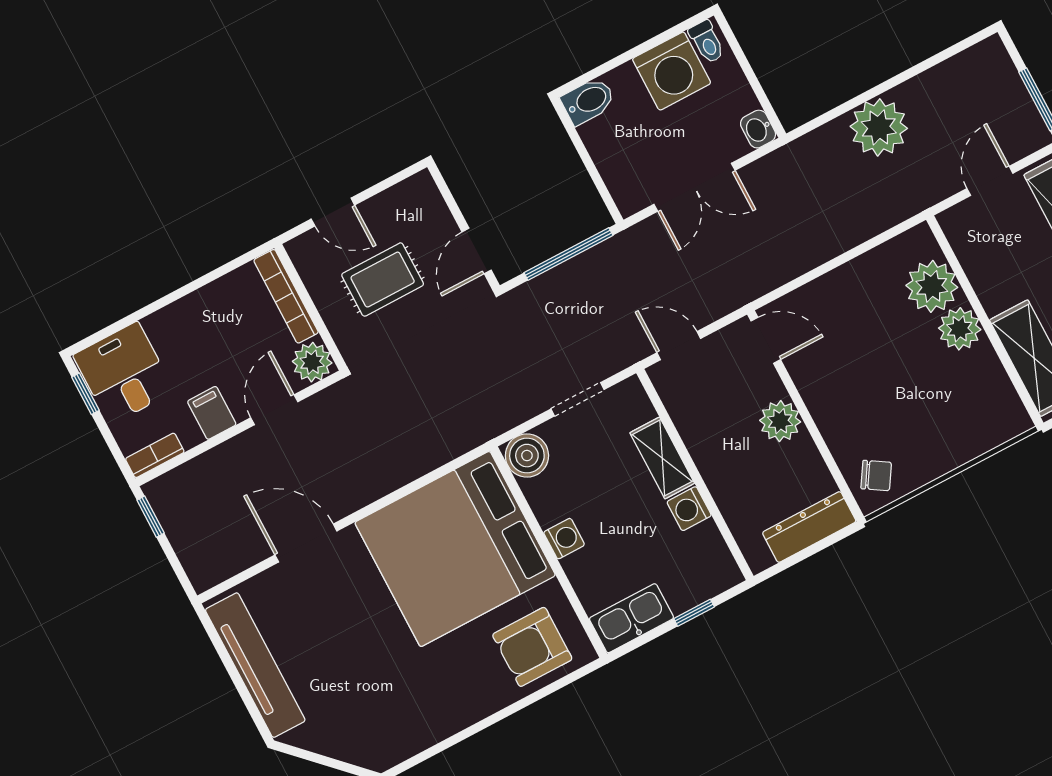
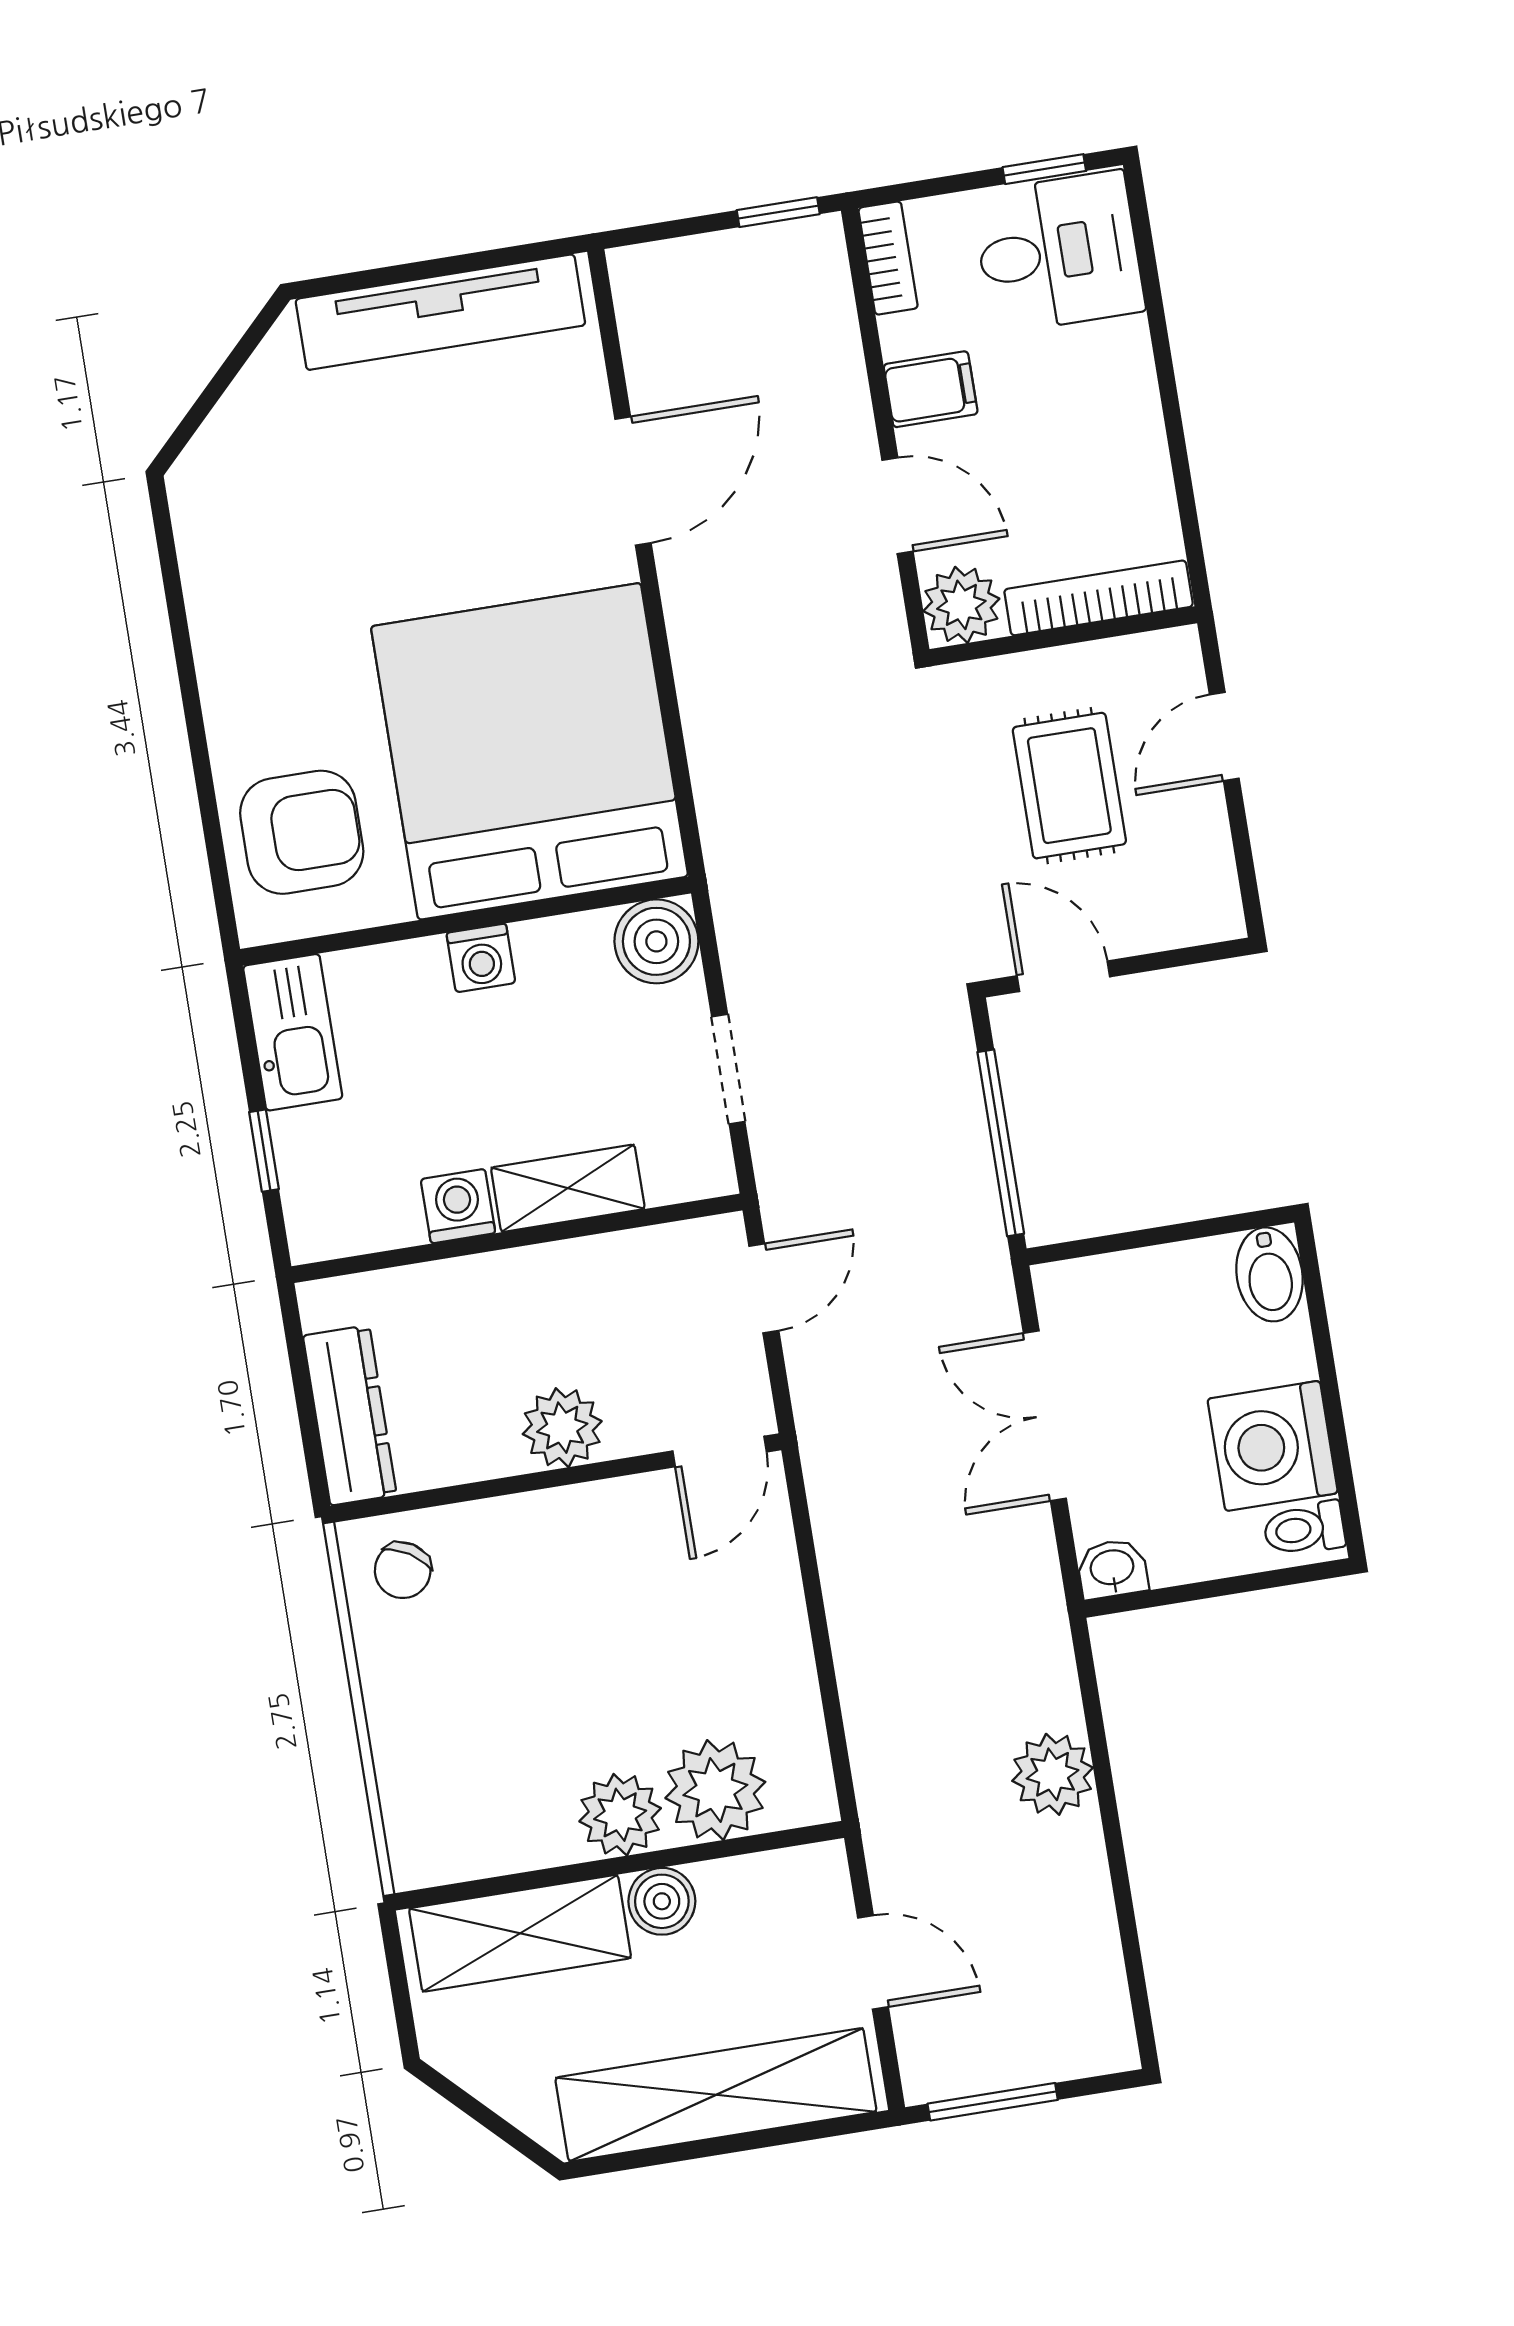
plant: (879, 127) -> (1053, 1774), width x0.73, depth x0.73
boiler: (995, 294) -> (662, 1901), added
armchair: (532, 647) -> (302, 832), turned 90

